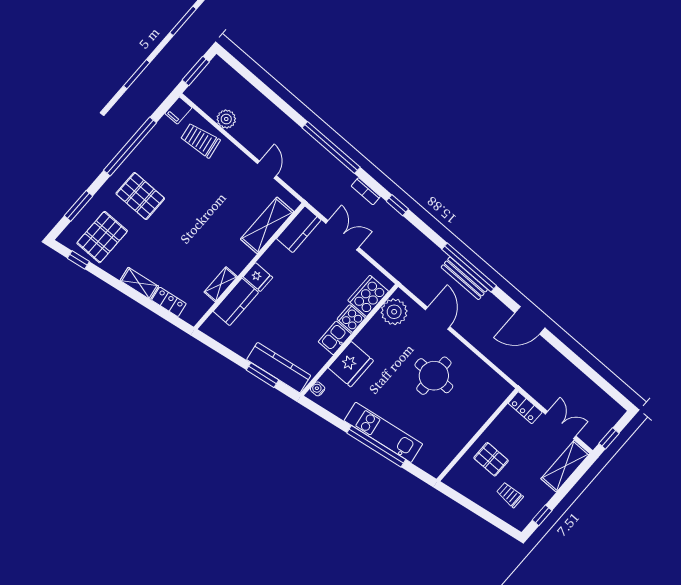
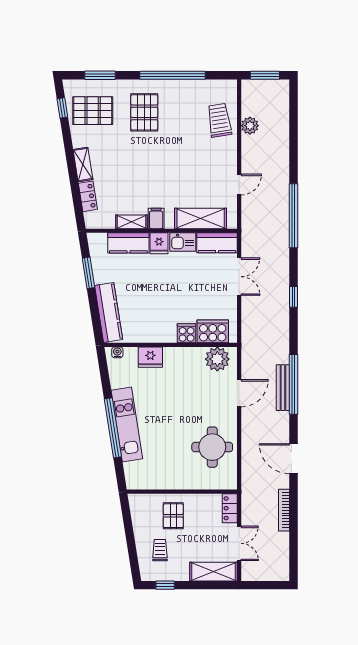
filing cabinet: (178, 111) -> (156, 218), moved, turned 90
bookcase: (366, 191) -> (284, 510), moved, width x1.56
kitchen sink: (335, 338) -> (183, 242), moved, turned 180
fridge: (351, 364) -> (150, 357), width x0.73, depth x0.75
window: (262, 375) -> (88, 273), moved
round table: (434, 376) -> (212, 447), moved
window: (609, 438) -> (259, 585), removed

